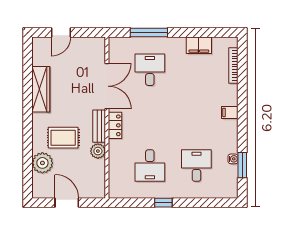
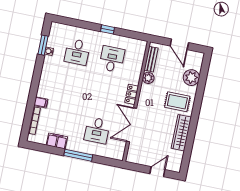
window: (149, 33) -> (78, 155), moved
filing cabinet: (230, 112) -> (41, 102), moved
bench: (99, 126) -> (151, 59), moved
rug: (63, 138) -> (177, 102), moved

